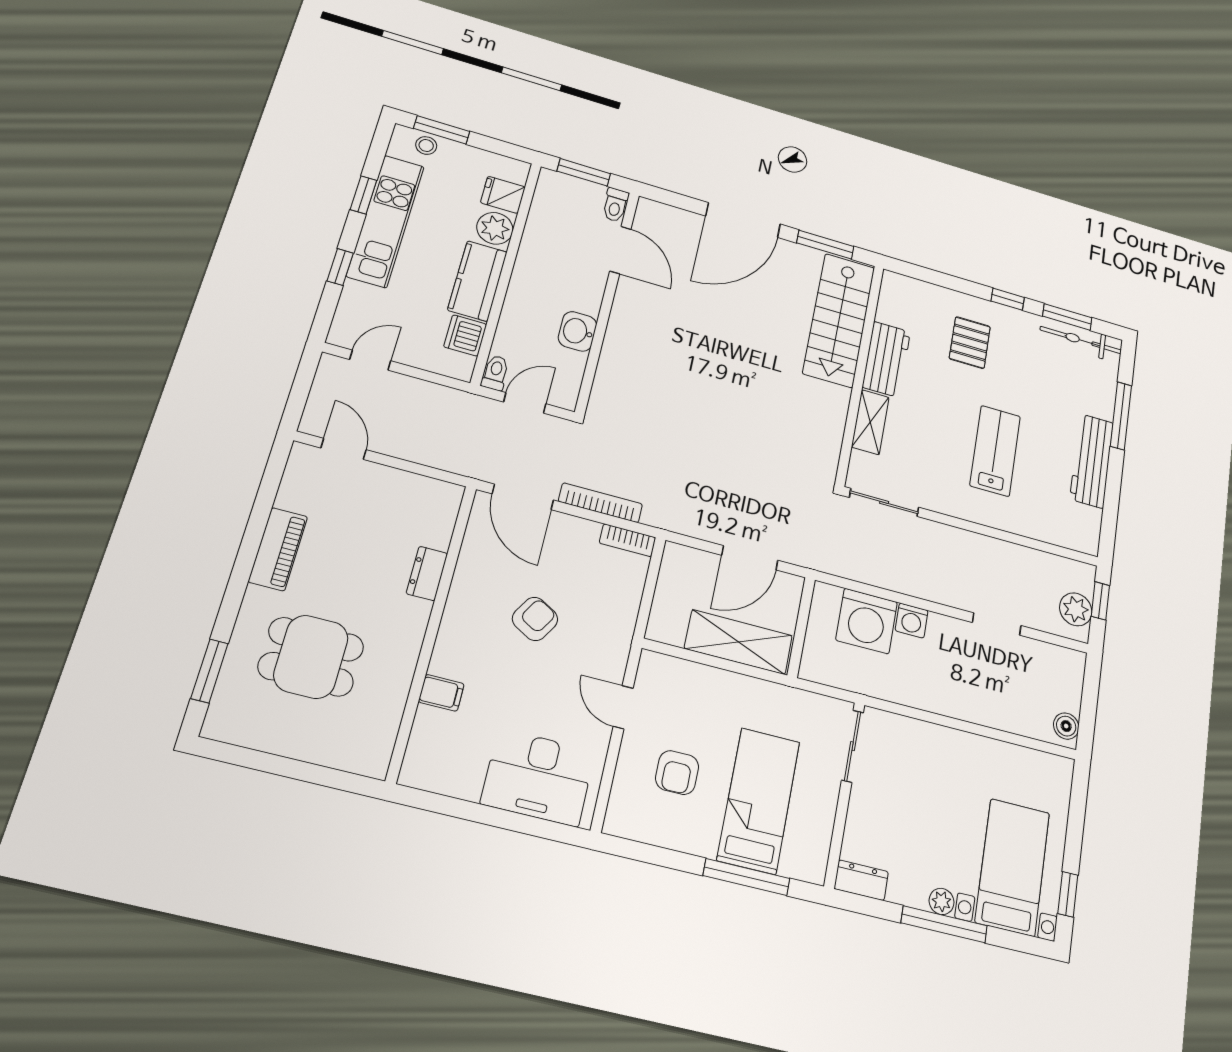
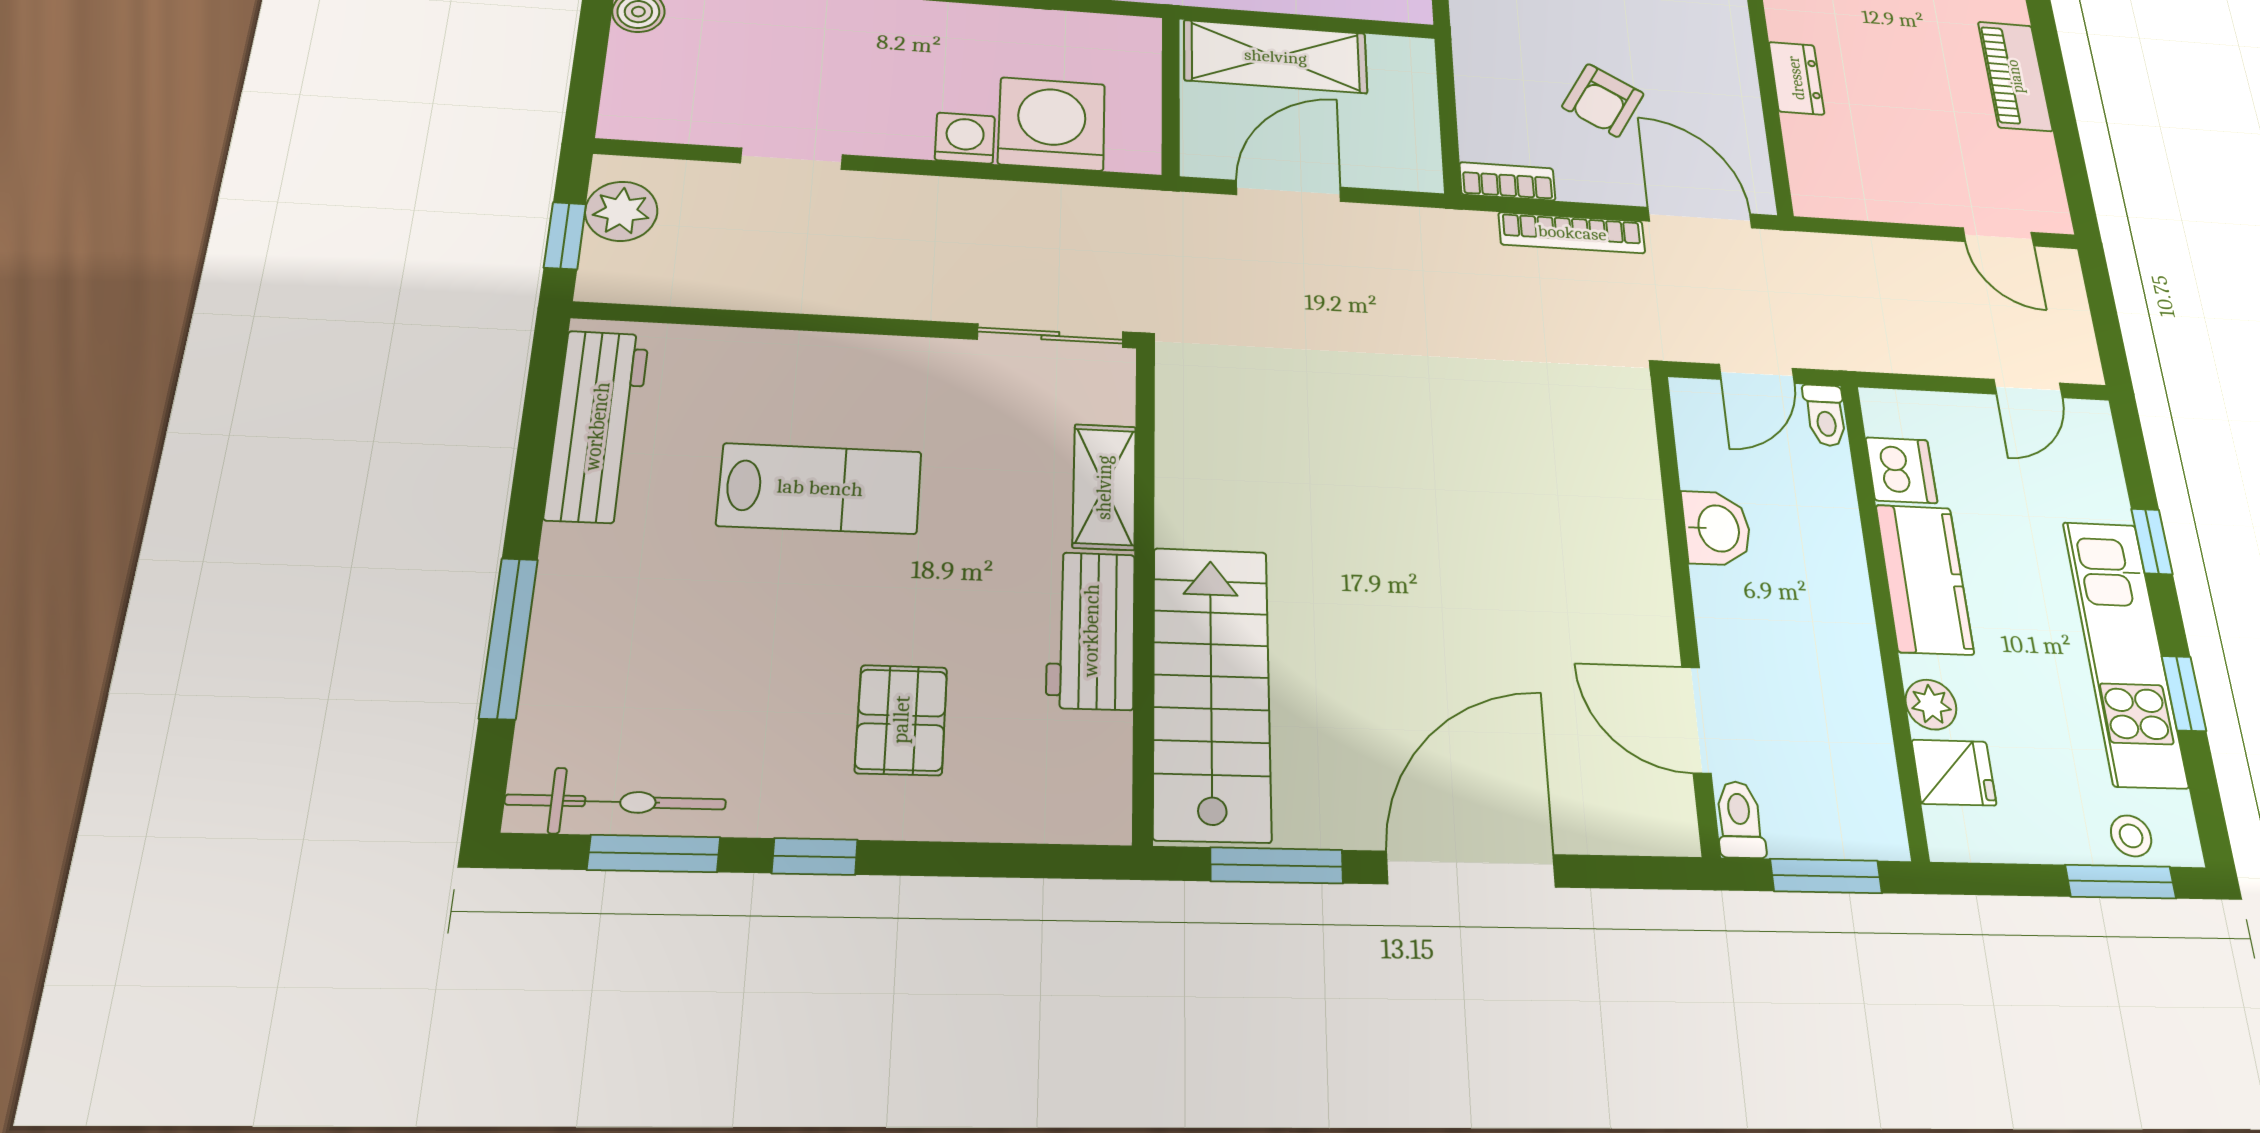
plant: (495, 228) -> (1931, 705), width x0.73, depth x0.73
lab bench: (995, 451) -> (820, 488), turned -90
workbench: (1092, 461) -> (597, 426), moved
armchair: (535, 619) -> (1603, 100), moved

